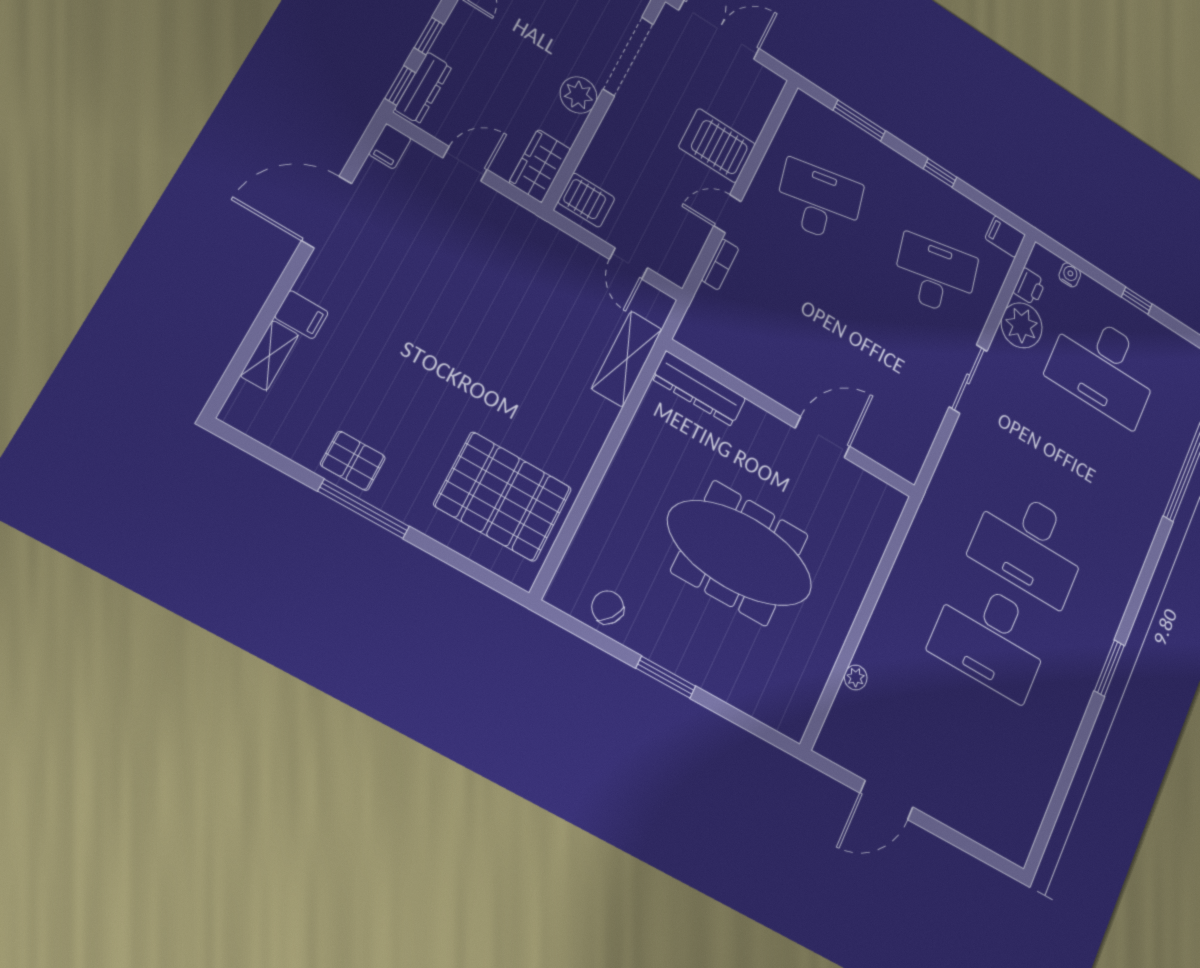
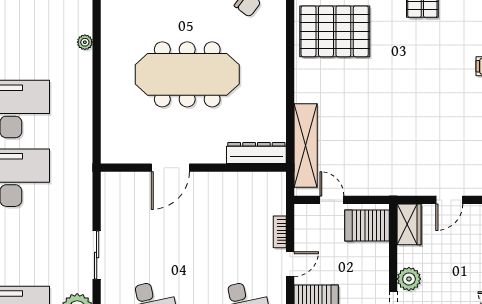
server rack: (586, 200) -> (367, 225), width x1.36, depth x1.44
shelving: (627, 359) -> (306, 145), width x1.47

